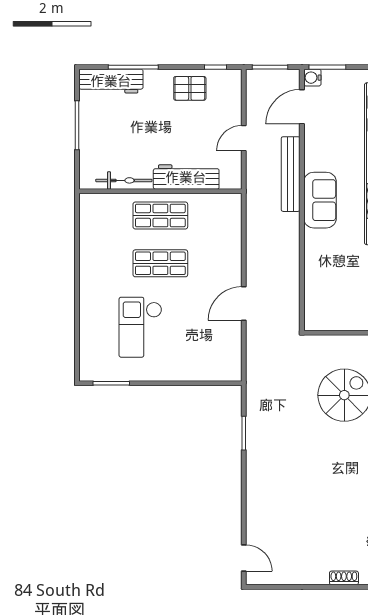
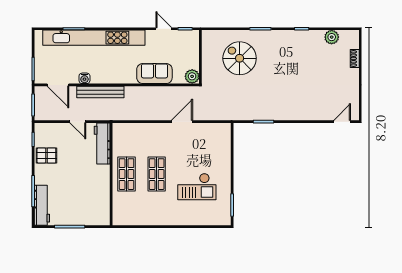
water cooler: (312, 78) -> (84, 78), moved
pallet: (190, 88) -> (46, 156), turned 90
workbench: (186, 177) -> (102, 143), moved
bicycle: (124, 180) -> (104, 197), removed
sofa: (320, 200) -> (154, 74), moved
door: (244, 304) -> (182, 122), swing flipped
plant: (316, 320) -> (192, 76), added

